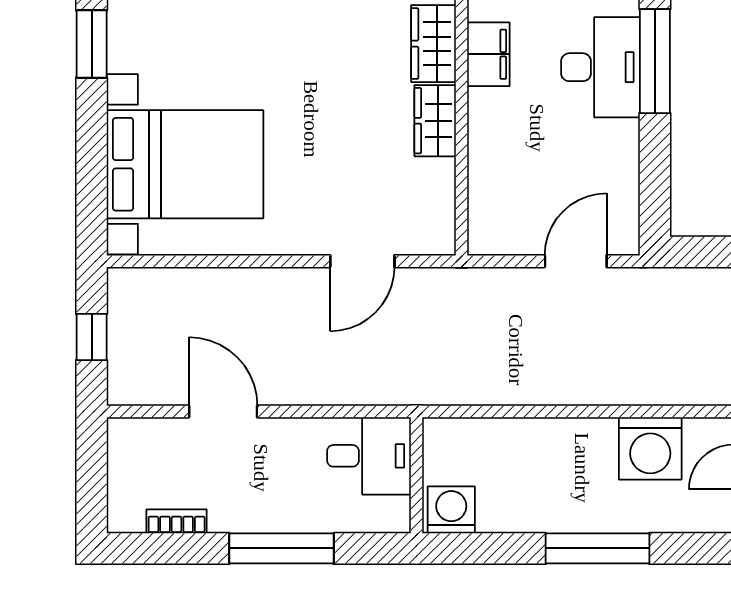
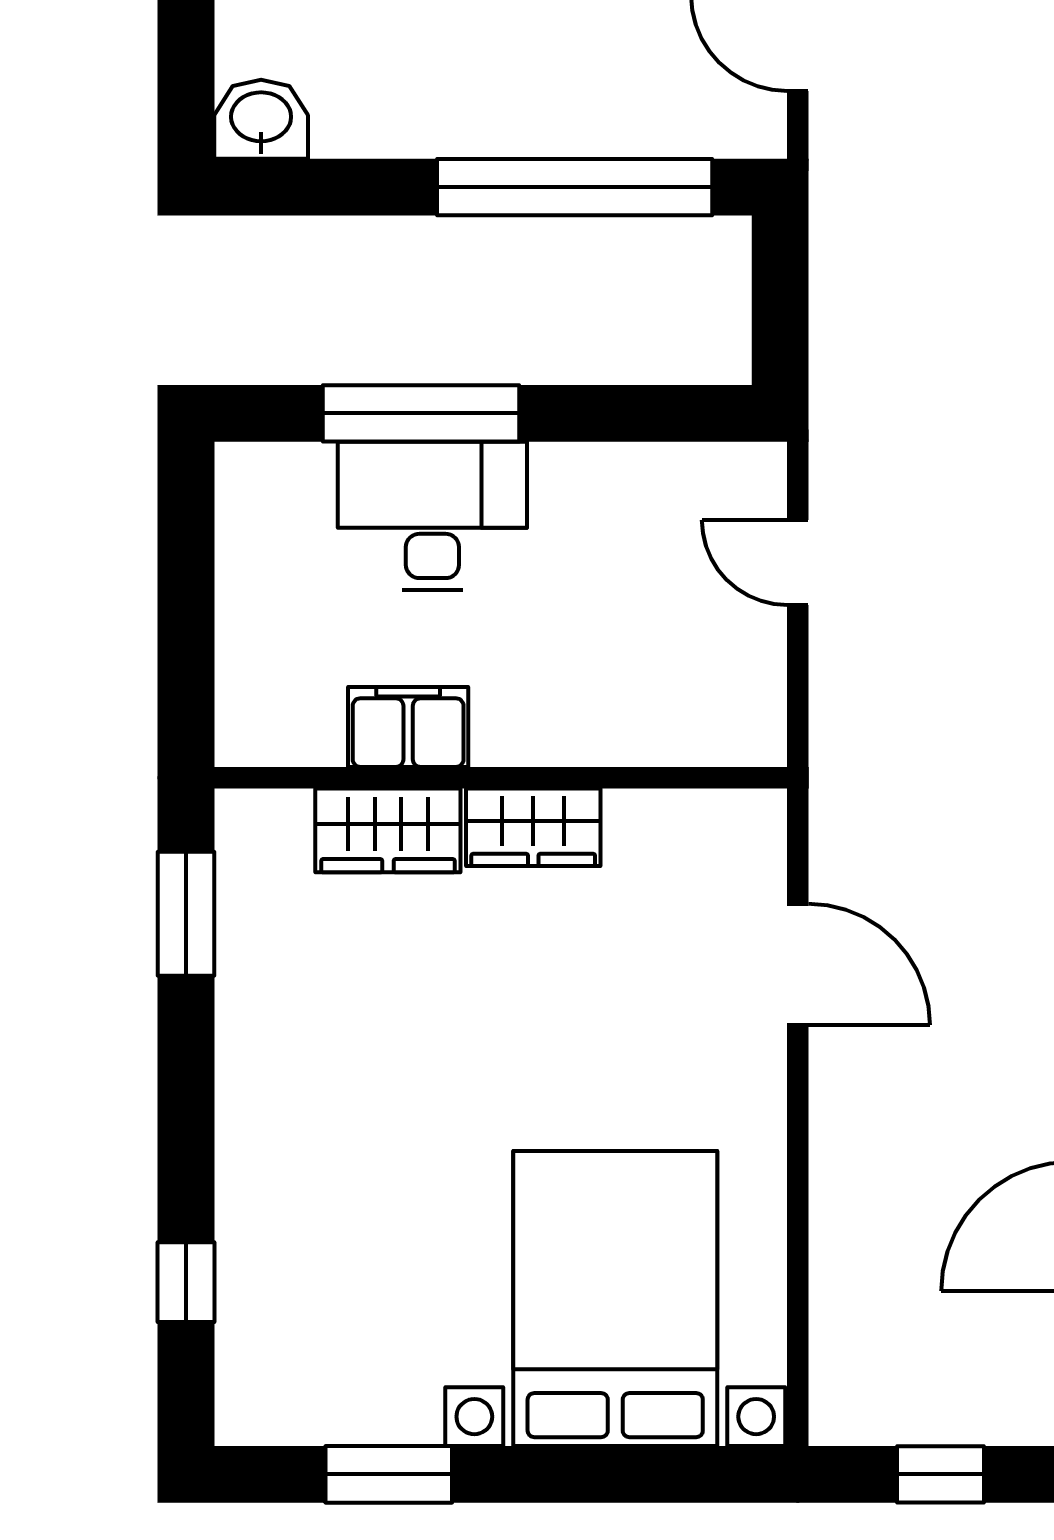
door: (576, 261) -> (798, 563), width x0.73

